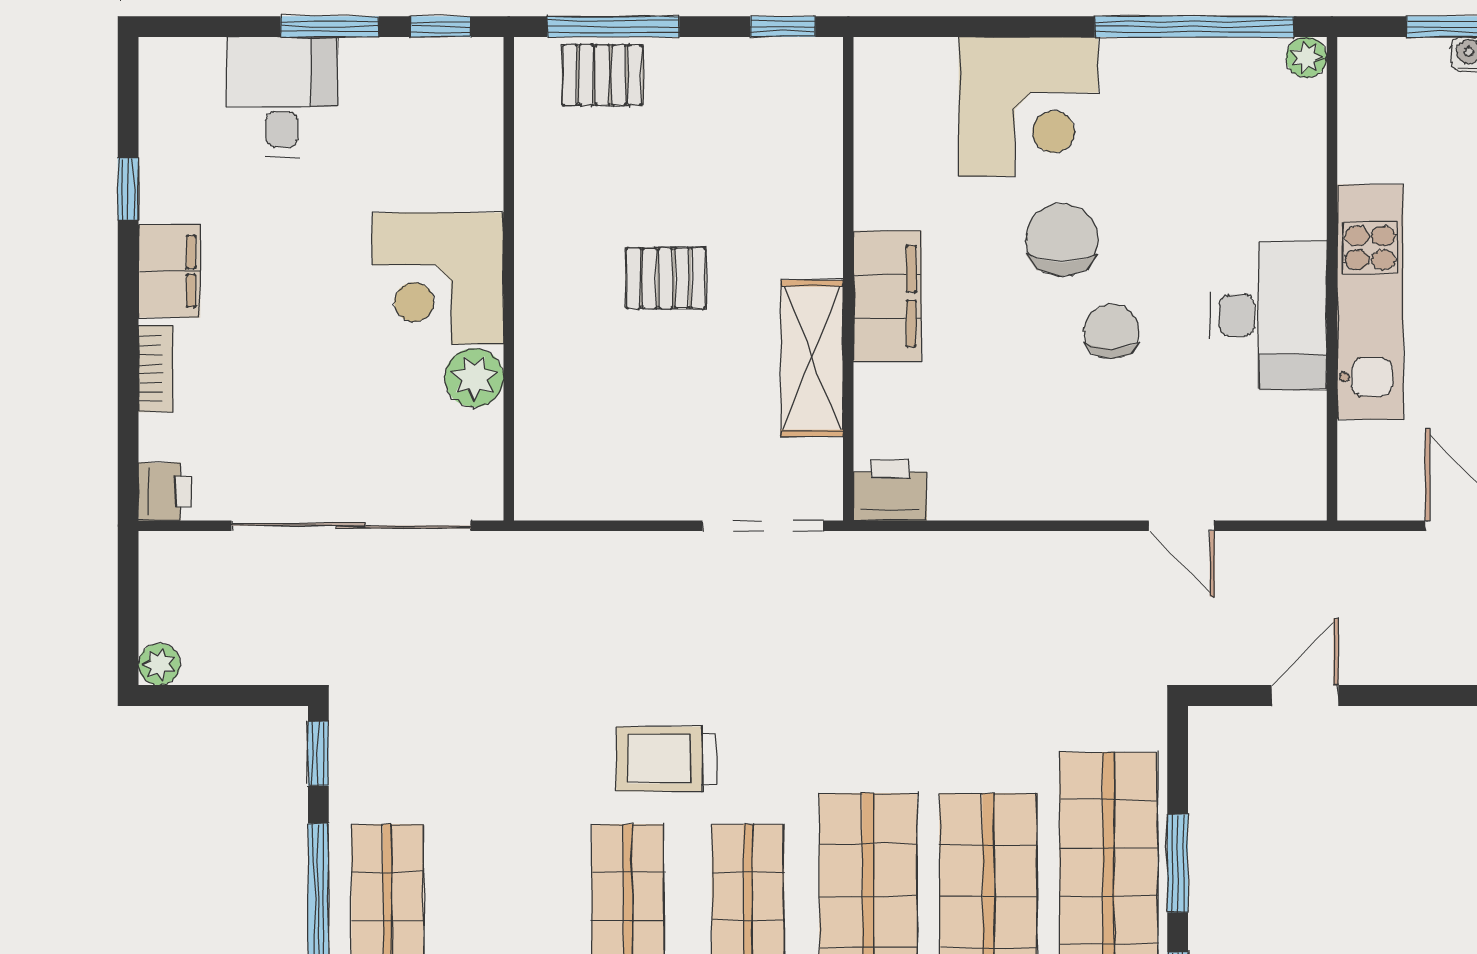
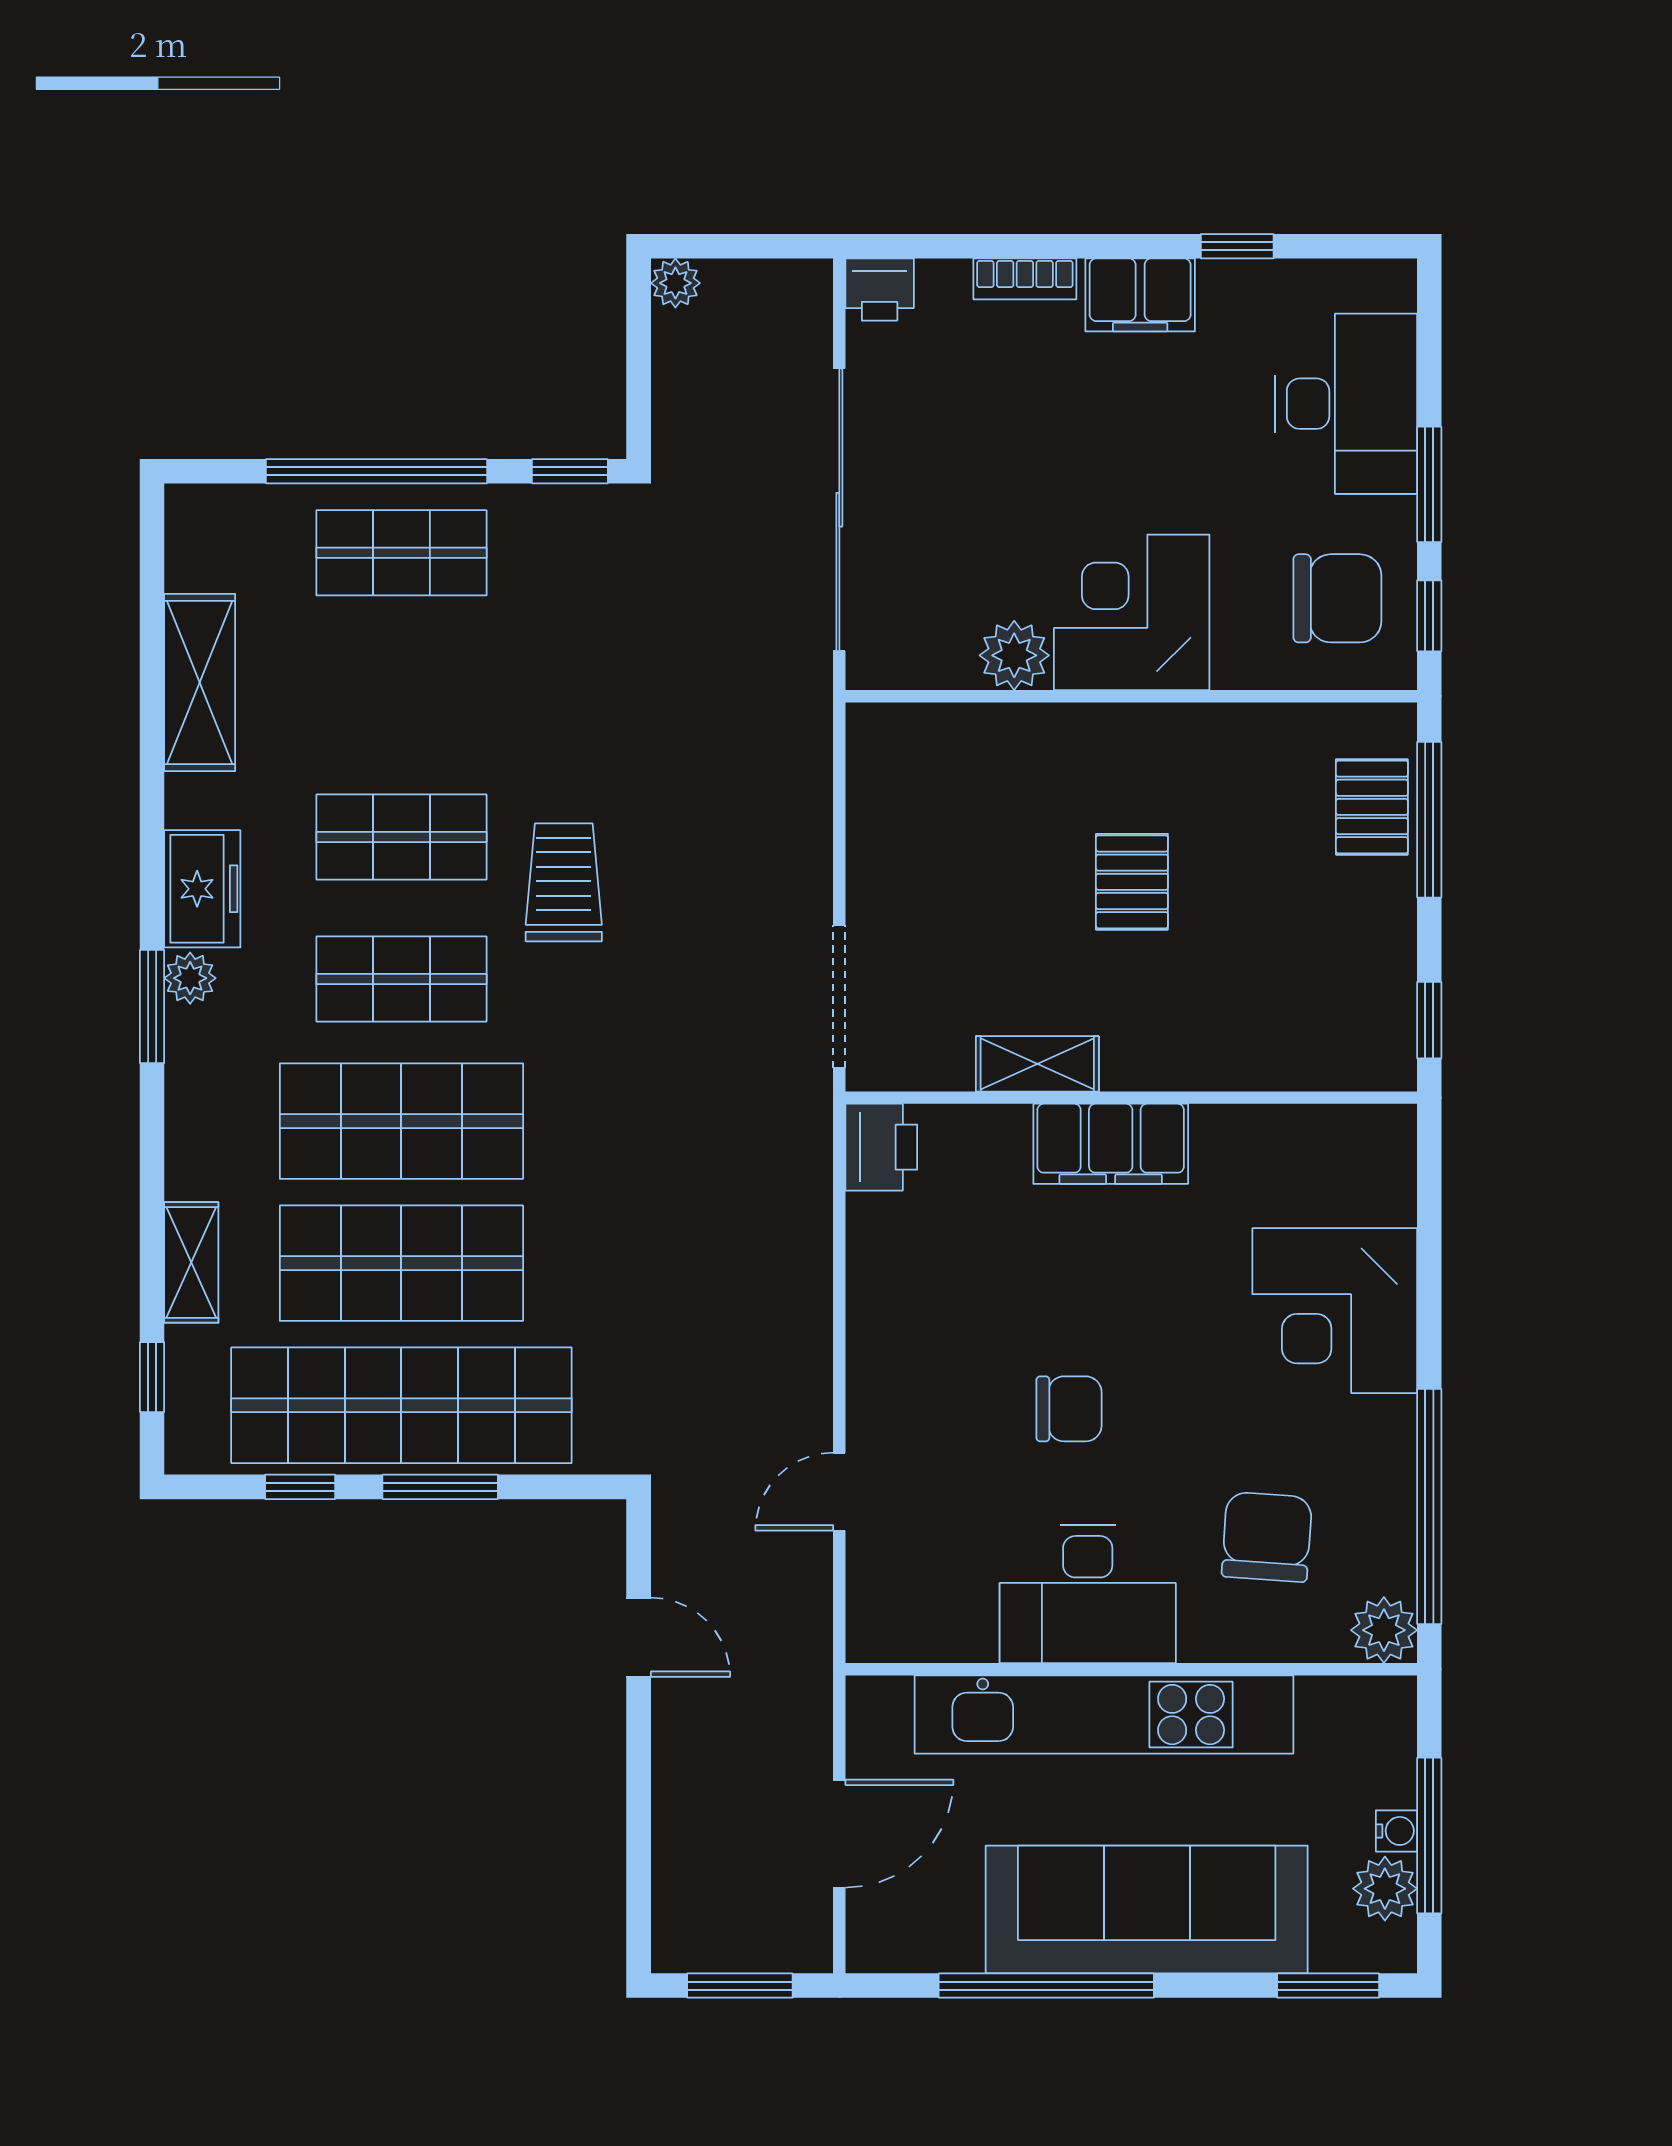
plant: (1306, 57) -> (1384, 1630), width x1.38, depth x1.38
desk: (282, 97) -> (1346, 404), width x1.37
chair: (426, 104) -> (1337, 598), added
chair: (1062, 240) -> (1267, 1537), moved, turned -86
kitchen unit: (1370, 302) -> (1104, 1715), width x1.36
shelving: (812, 358) -> (1037, 1064), width x0.67, depth x0.75

